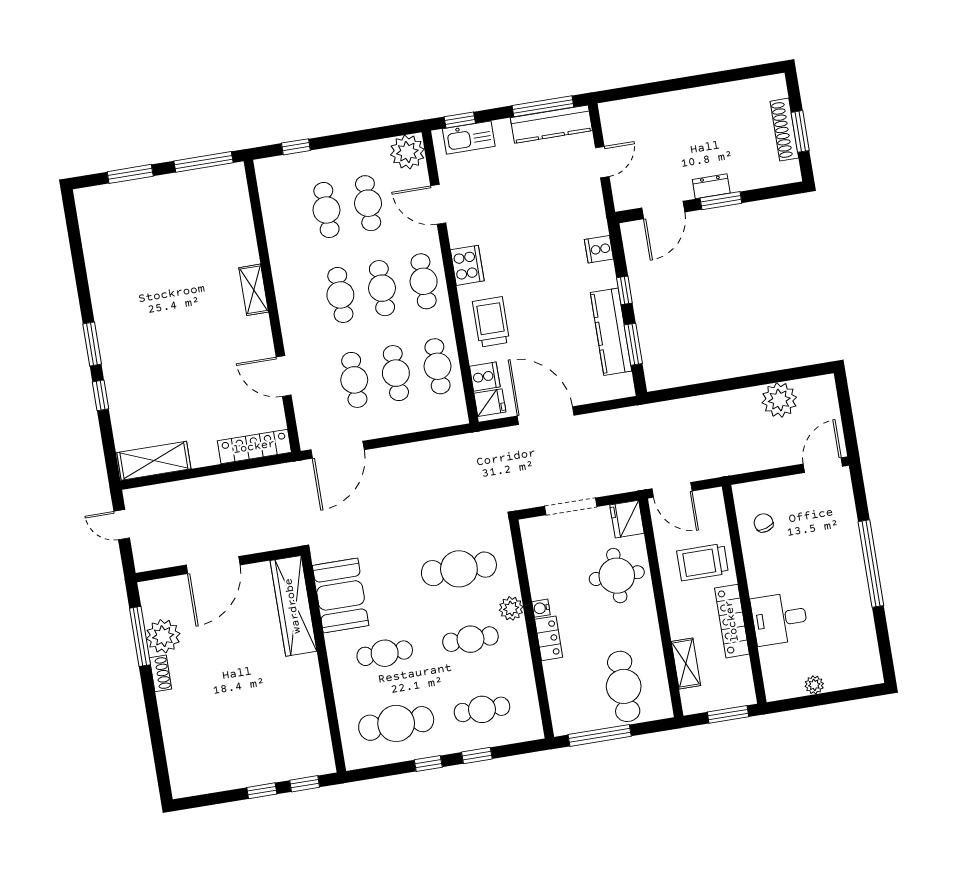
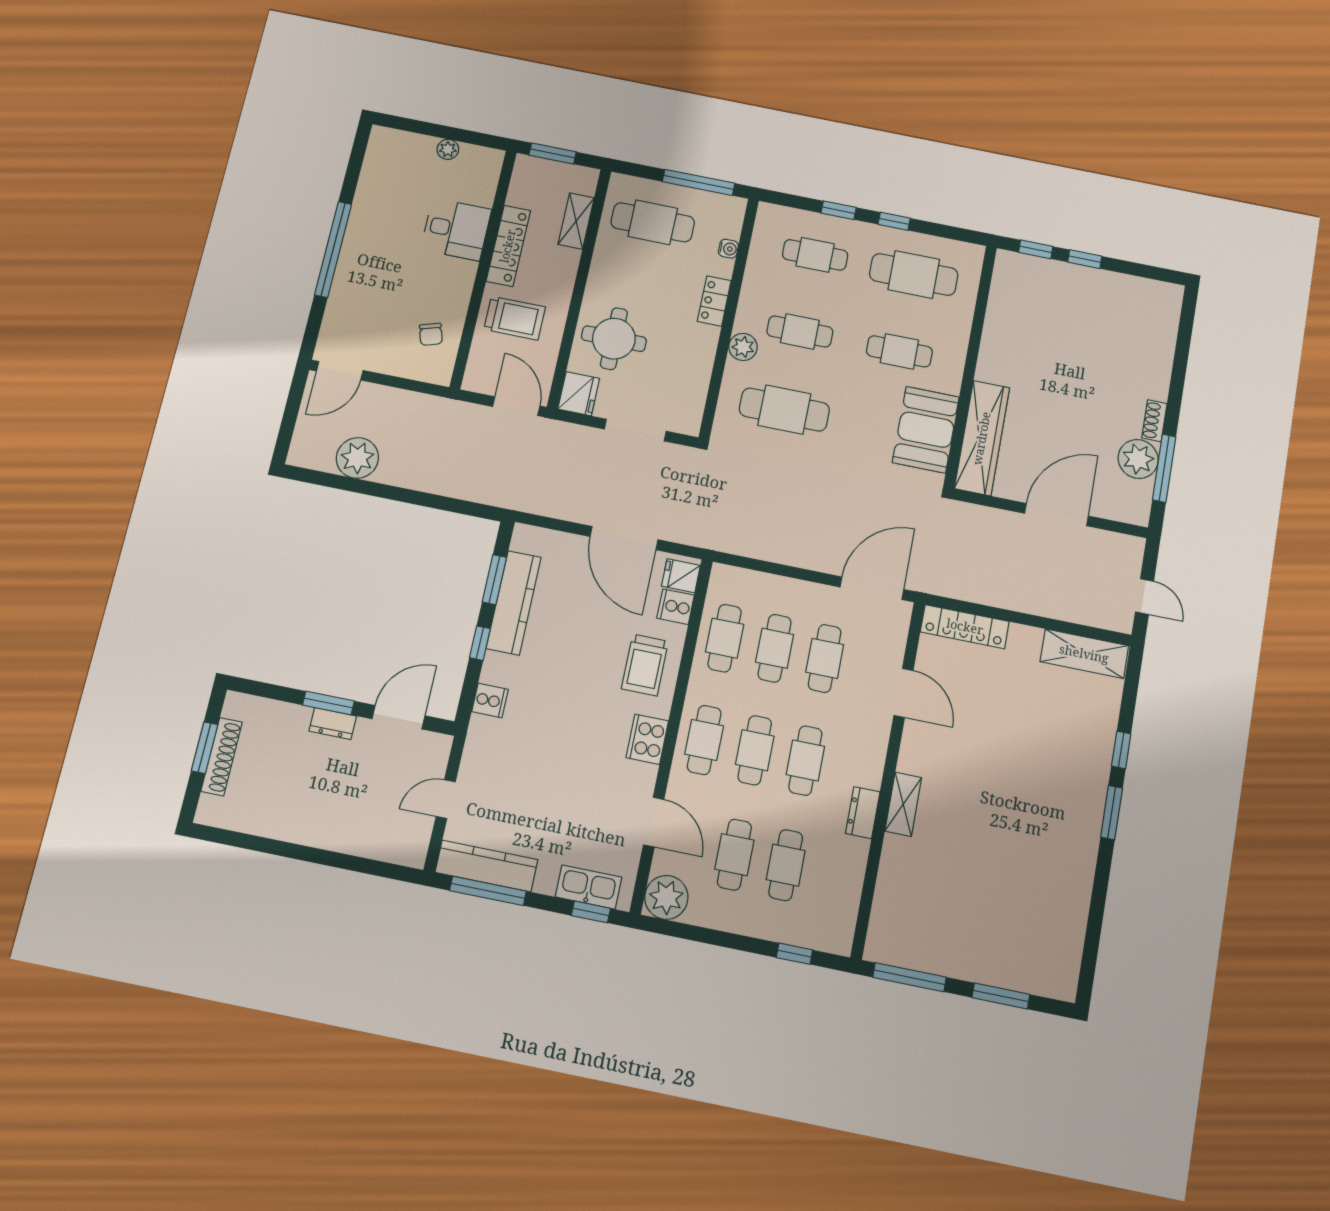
dresser: (282, 272) -> (863, 813), added
water cooler: (541, 608) -> (728, 249), moved
cafe table: (624, 686) -> (653, 222), turned 90

